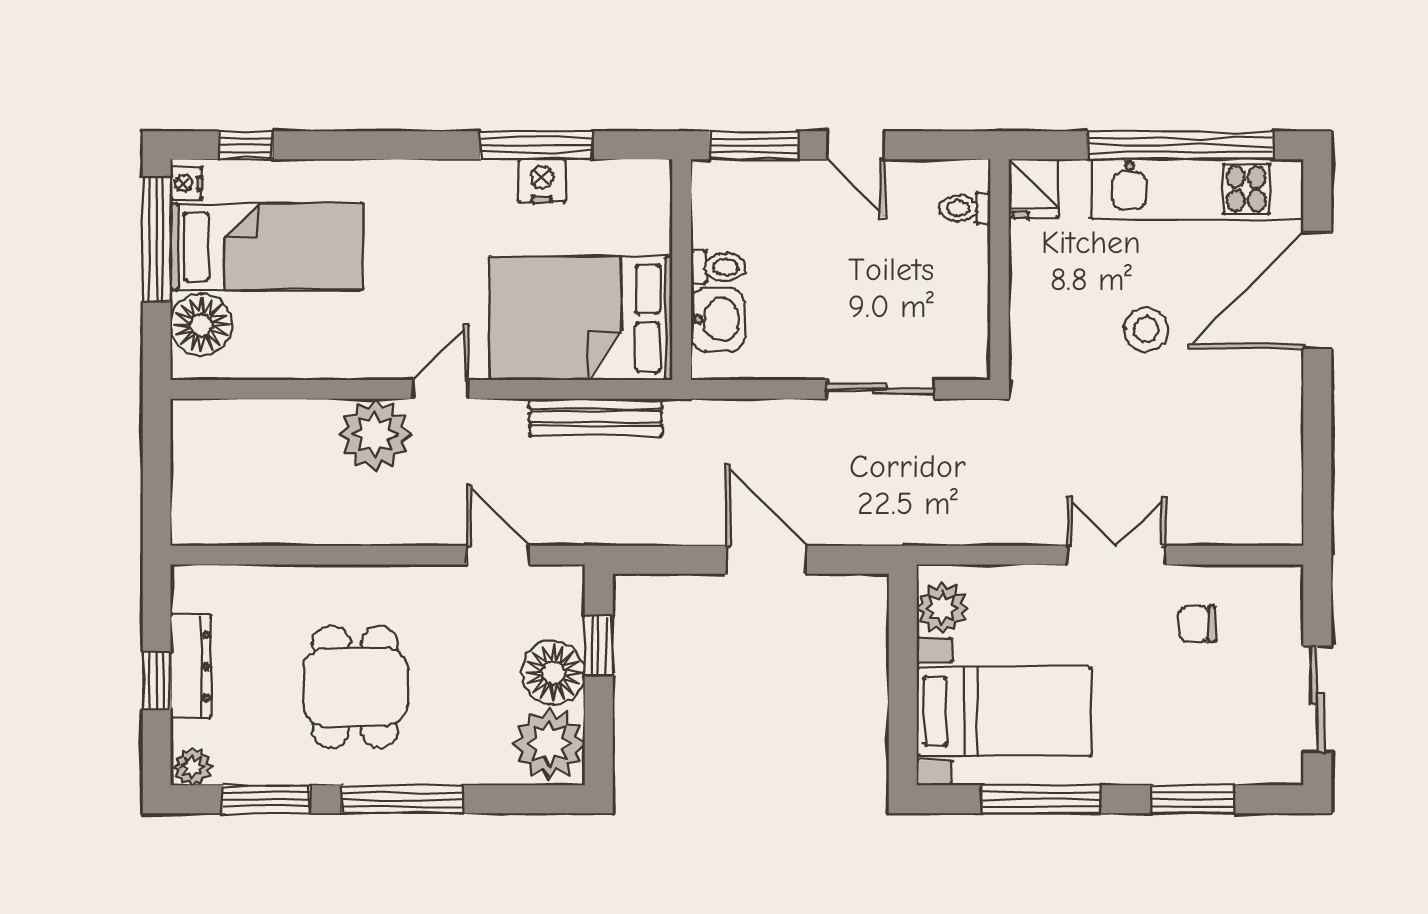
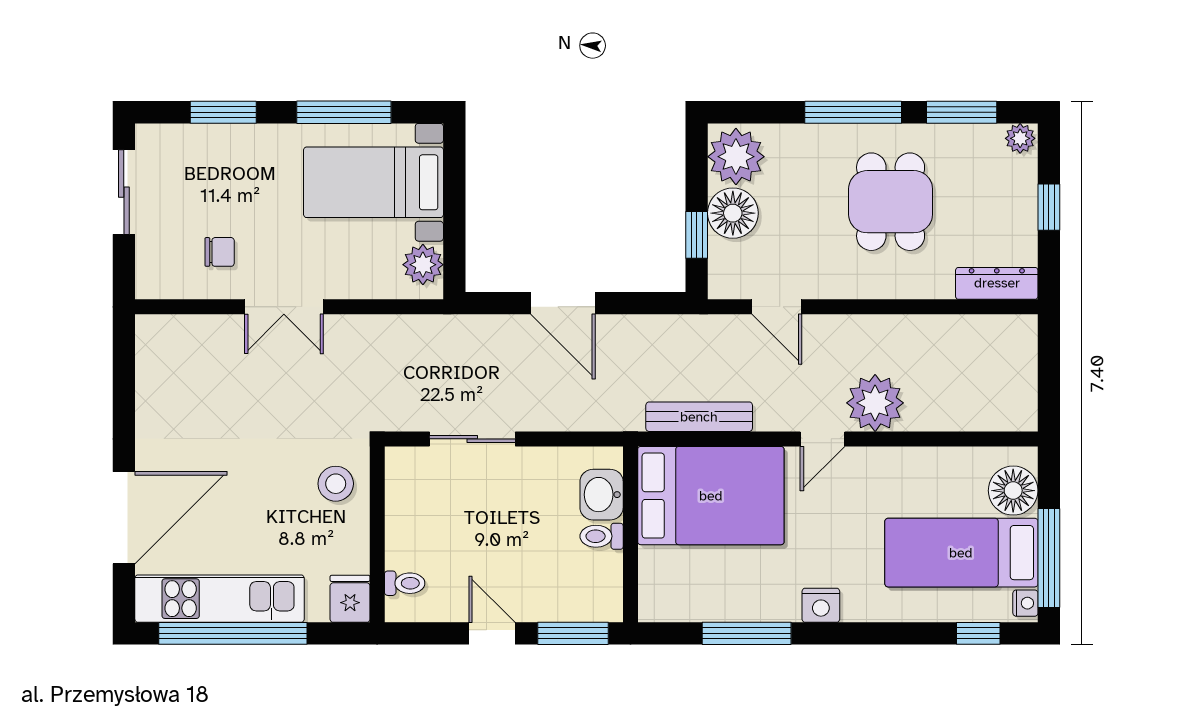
nightstand: (542, 181) -> (821, 605), moved
stool: (1146, 329) -> (336, 484), moved
dresser: (191, 666) -> (997, 283), moved, turned 90

